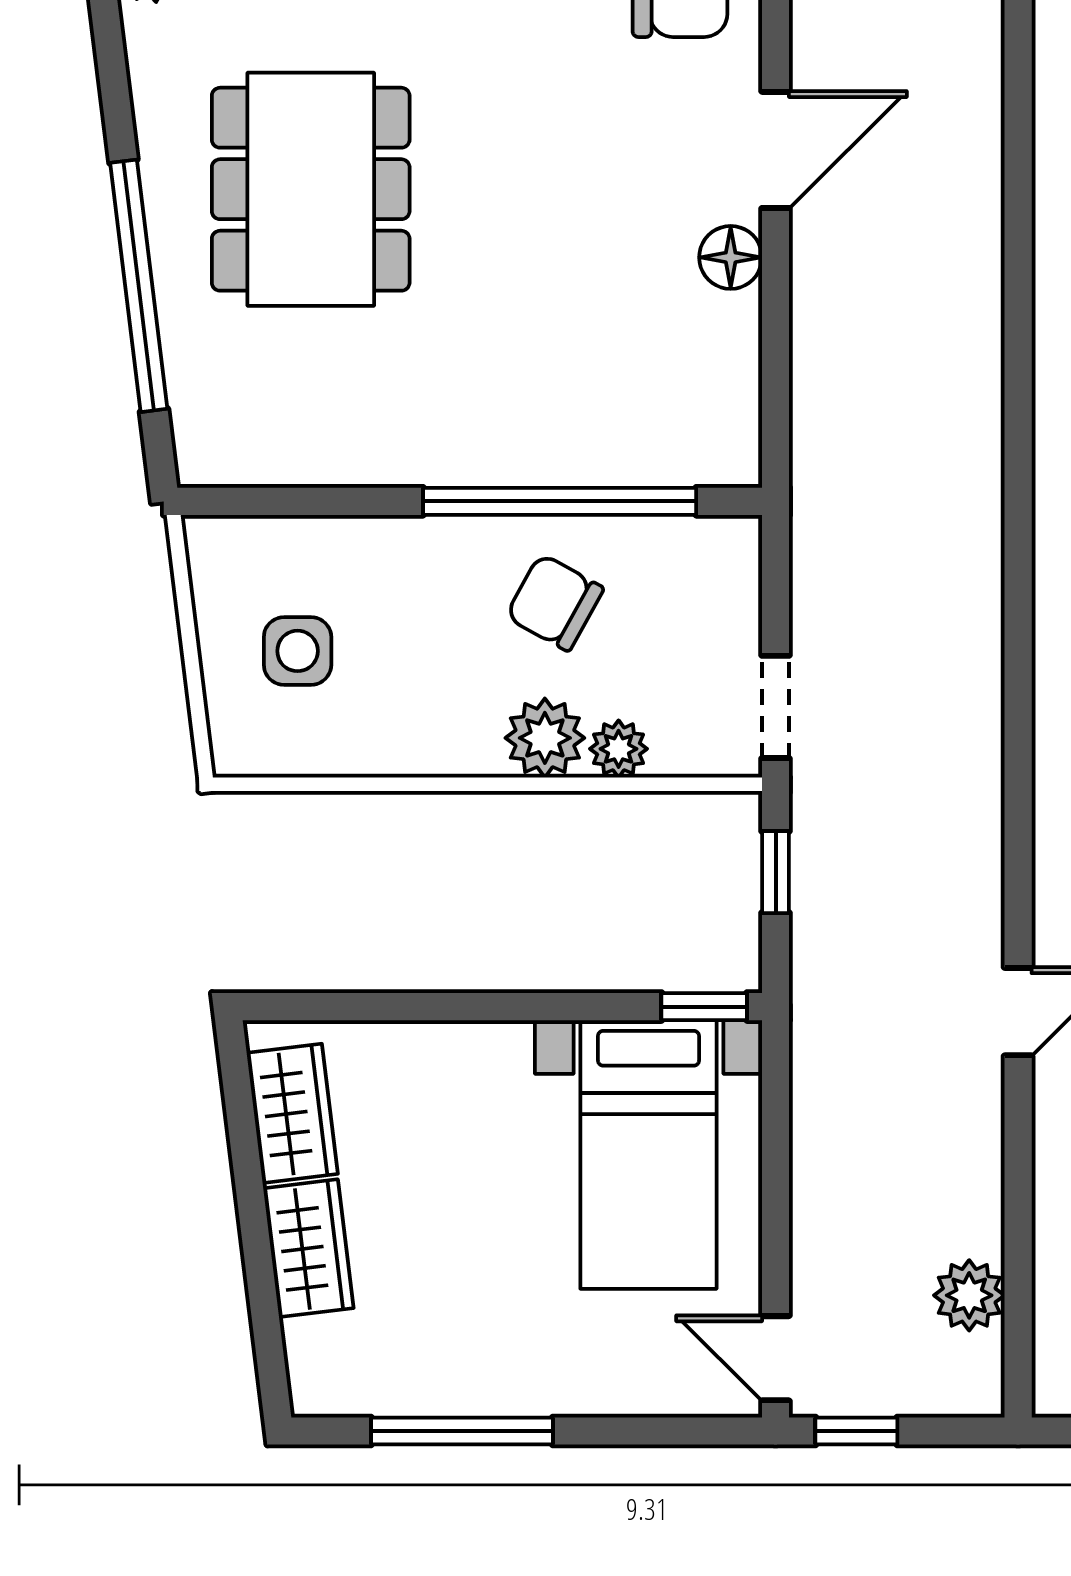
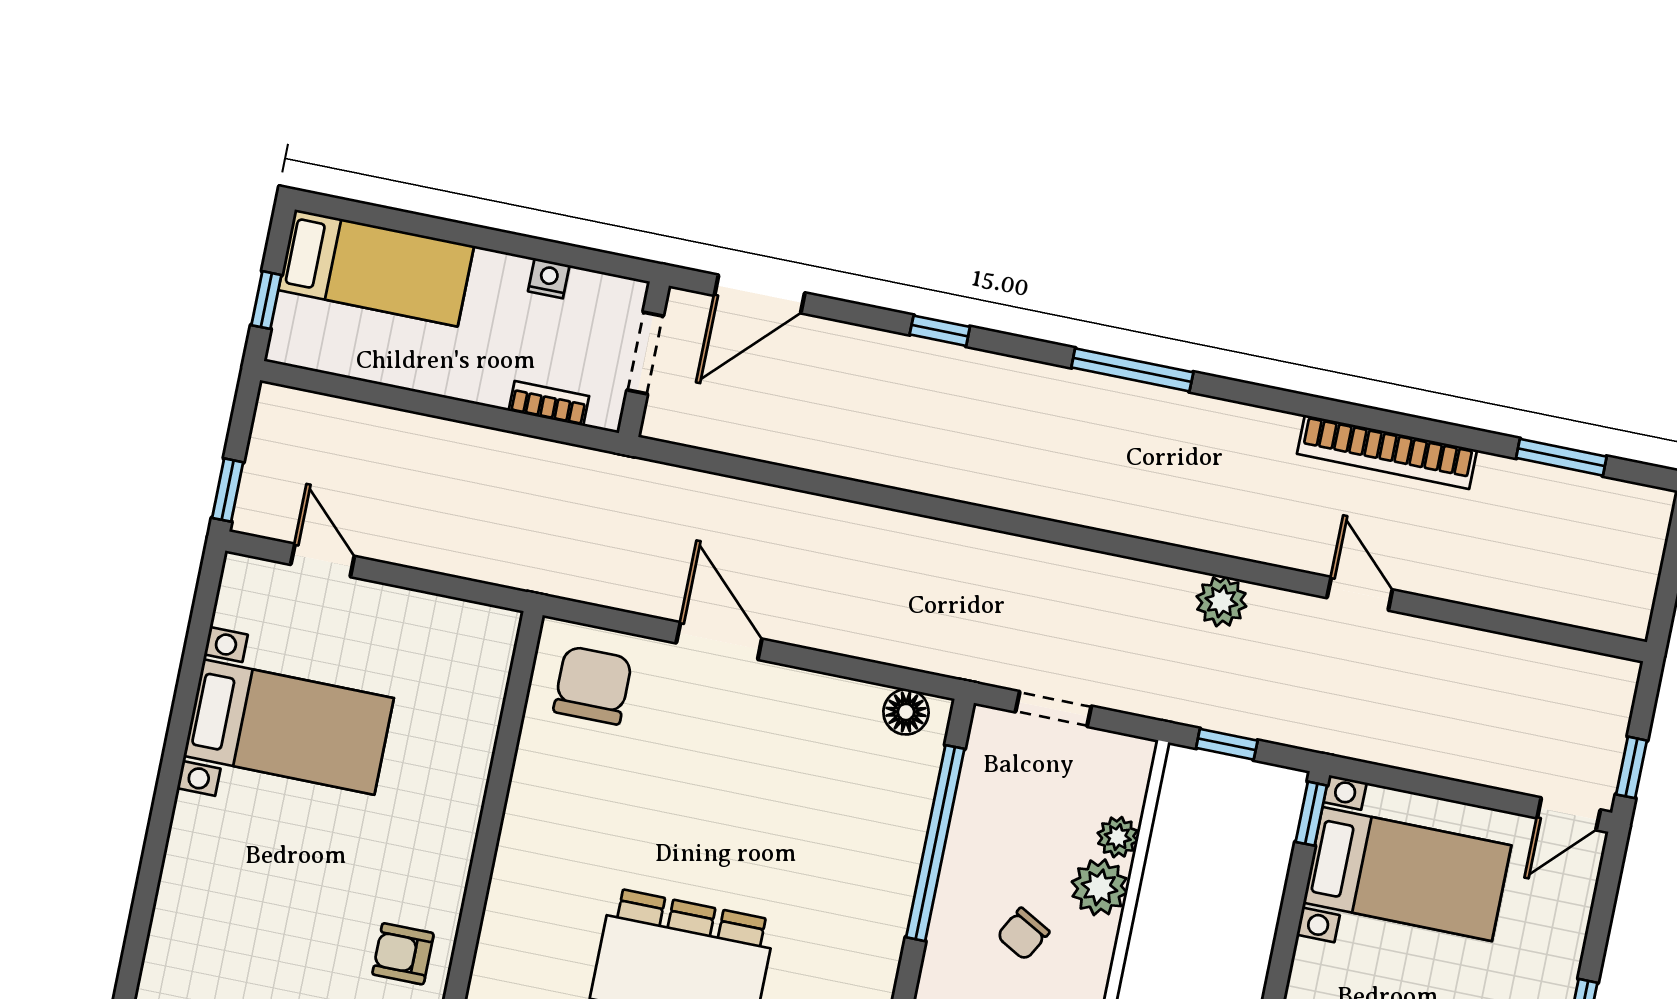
floor lamp: (731, 257) -> (906, 712), moved
chair: (555, 602) -> (1023, 934), moved, width x0.73, depth x0.73
doorway: (776, 707) -> (1053, 709), moved
plant: (969, 1295) -> (1221, 601), moved

